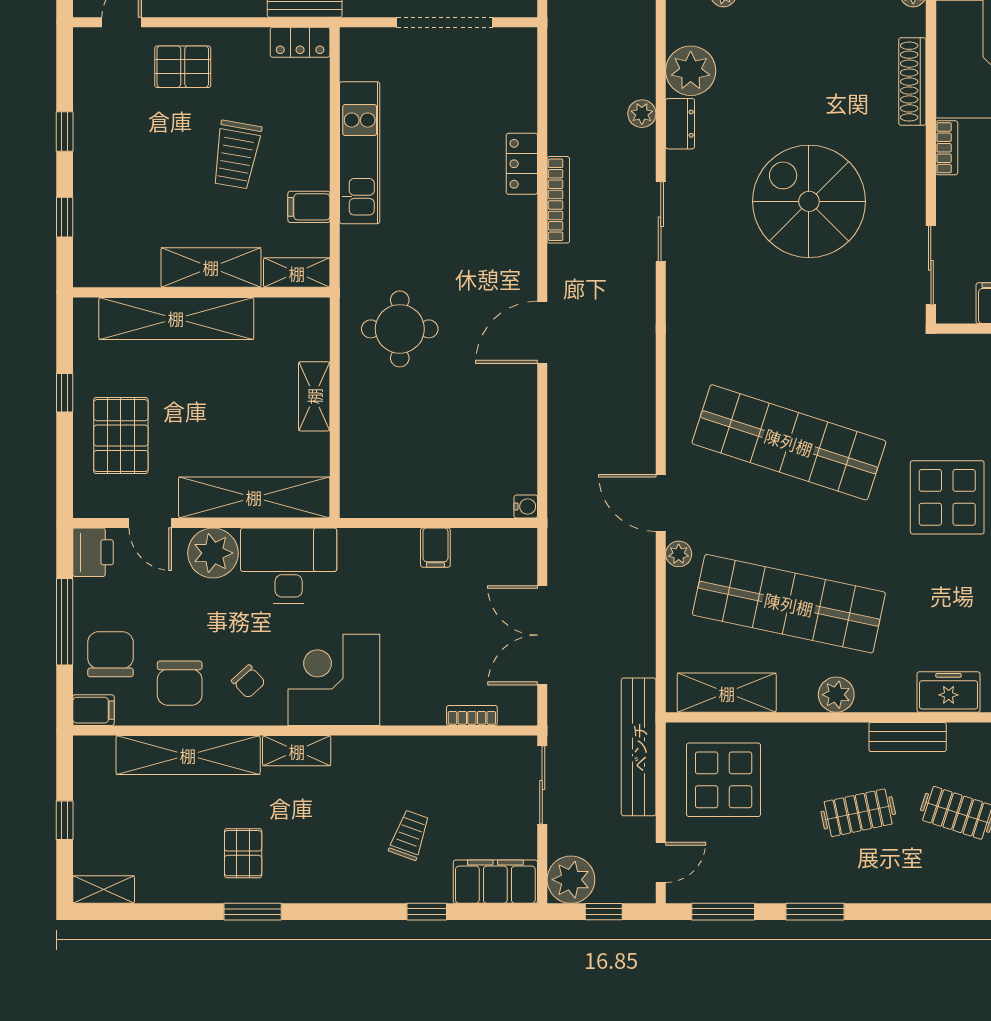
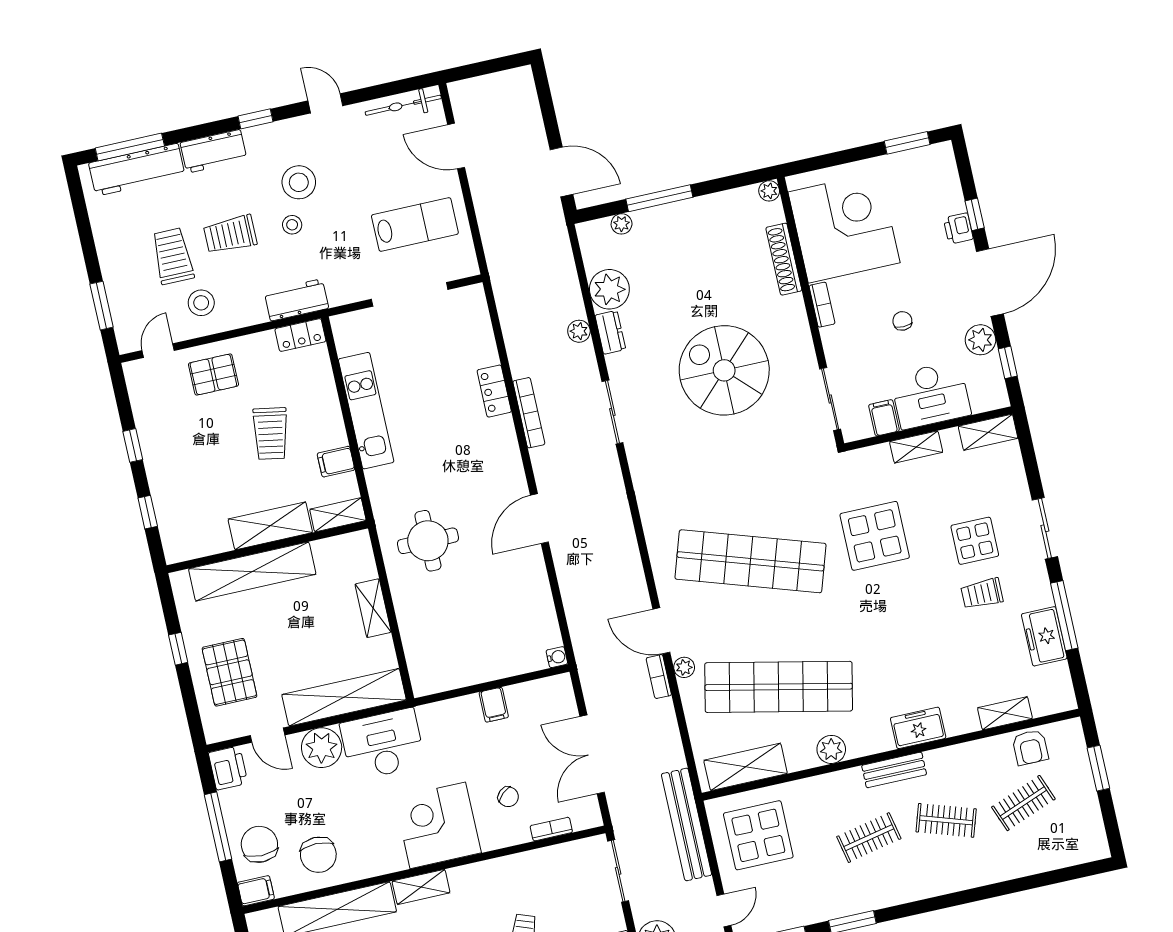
display table: (947, 497) -> (875, 536), moved
bookcase: (645, 558) -> (659, 677), added
chair: (248, 682) -> (508, 797), moved

